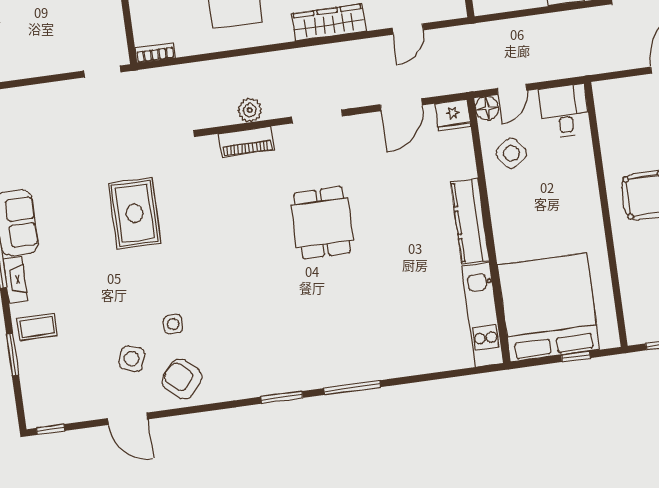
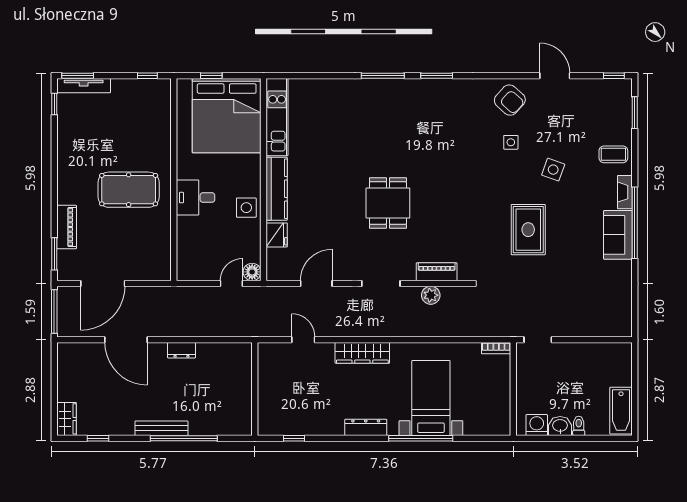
door: (408, 29) -> (303, 340), hinge flipped
desk: (564, 111) -> (196, 198), moved, turned 90
fridge: (453, 115) -> (277, 235), moved, turned 90
side table: (511, 153) -> (246, 208), moved, turned 35
window: (13, 355) -> (635, 113), moved
side table: (132, 359) -> (553, 170), moved

